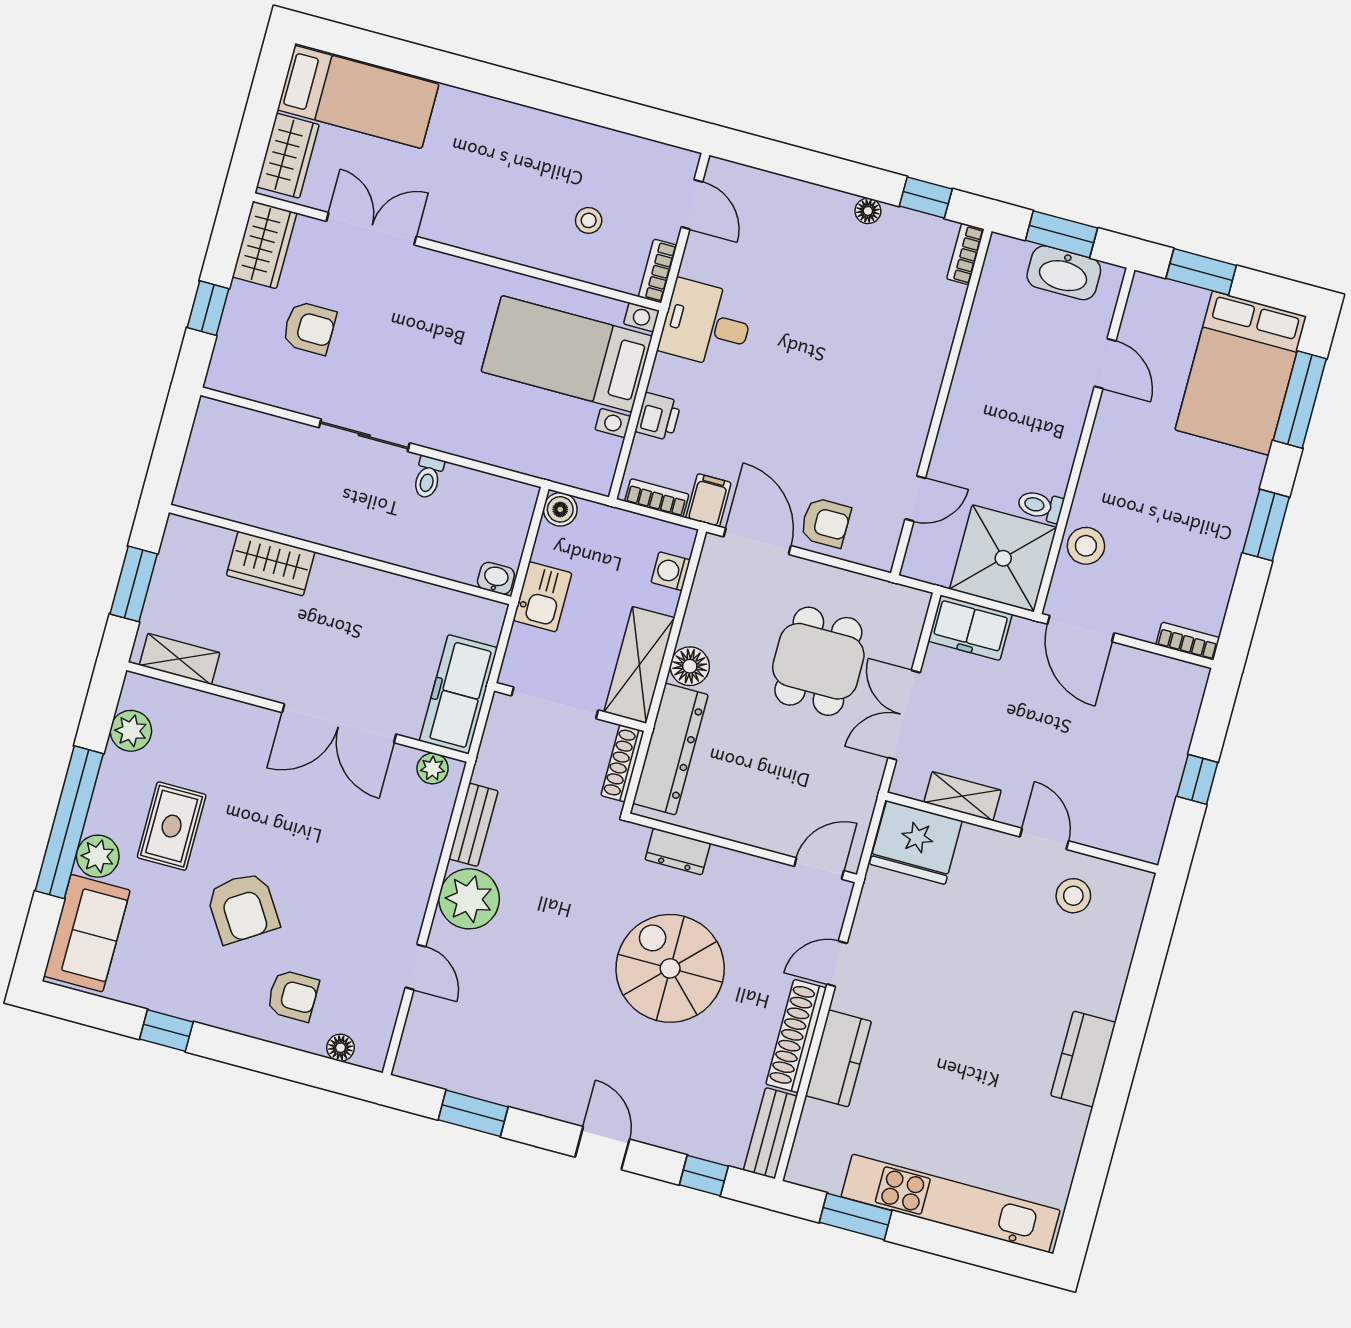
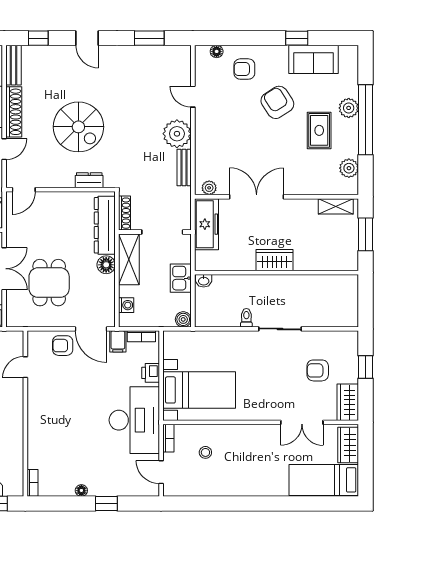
window: (926, 198) -> (106, 503), moved
desk: (707, 324) -> (134, 420), width x1.87, depth x1.30
wardrobe: (271, 564) -> (274, 260), moved
sofa: (87, 933) -> (314, 59), moved, turned -90

